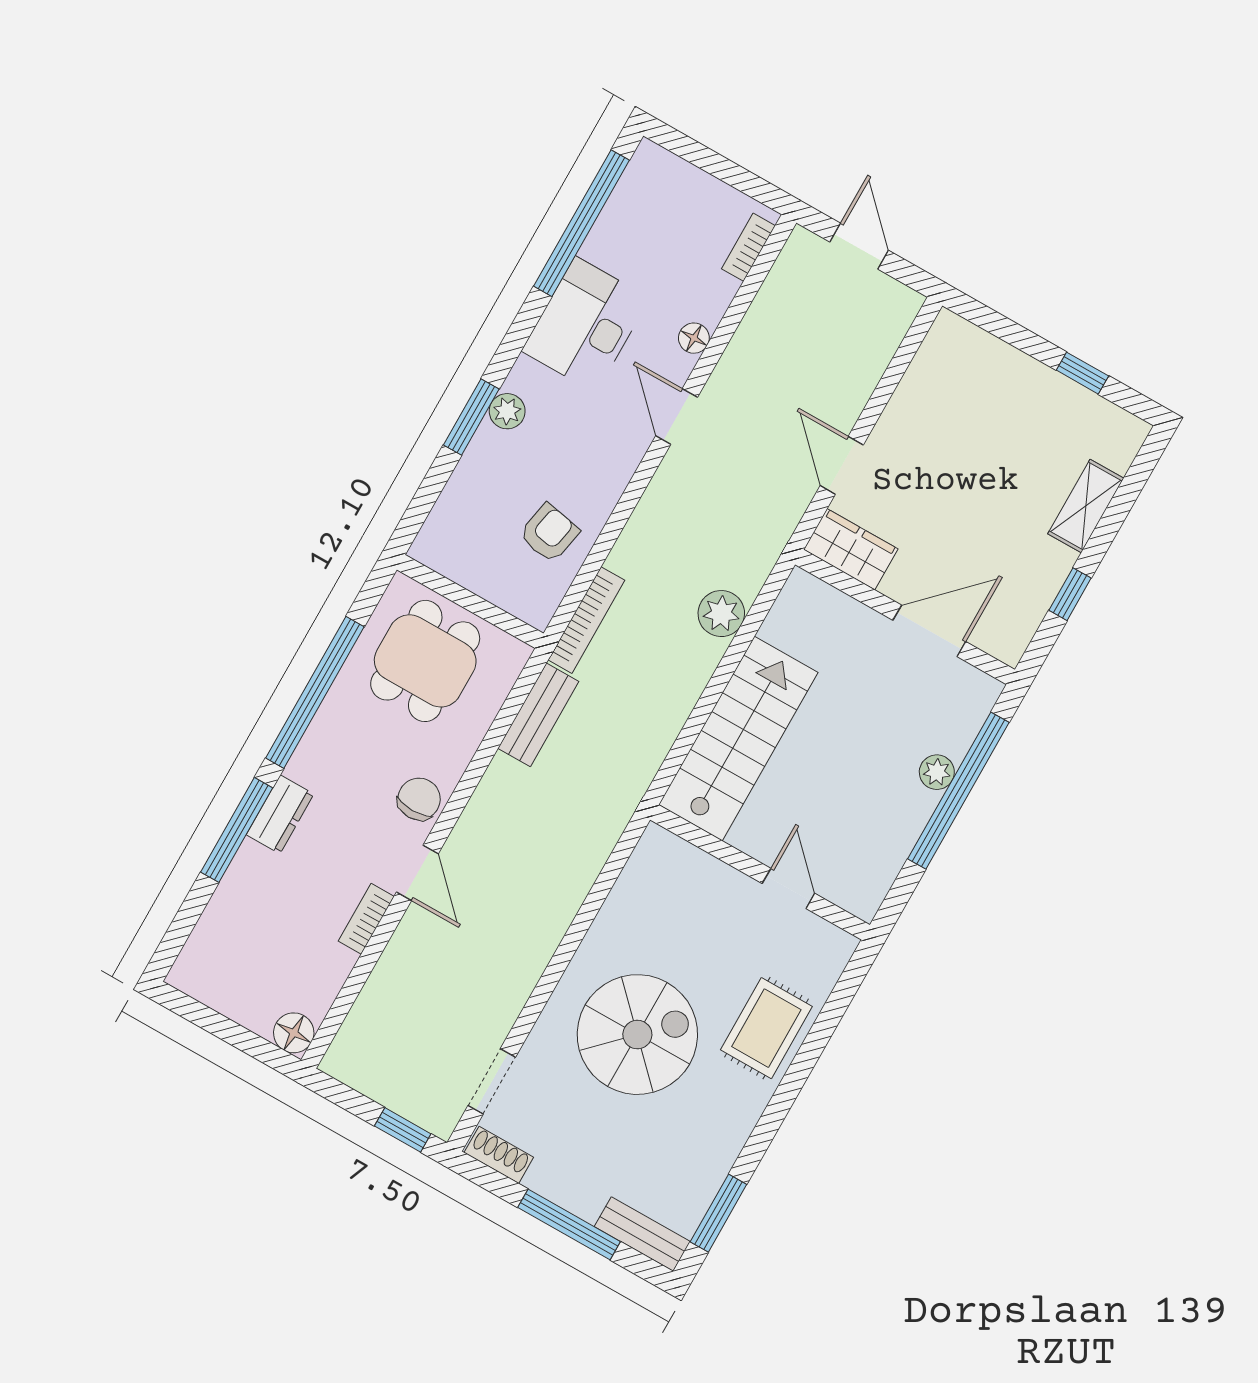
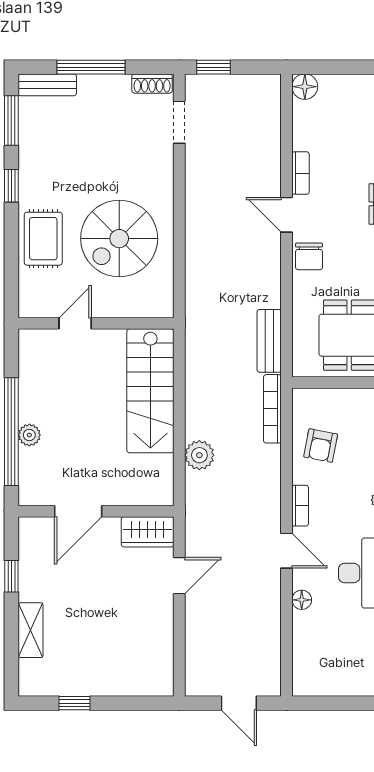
bookcase: (748, 247) -> (300, 506), moved
door: (842, 465) -> (179, 576), hinge flipped
door: (788, 888) -> (75, 323), swing flipped
spiral stairs: (637, 1035) -> (119, 239), moved
window: (769, 1125) -> (11, 186), added

